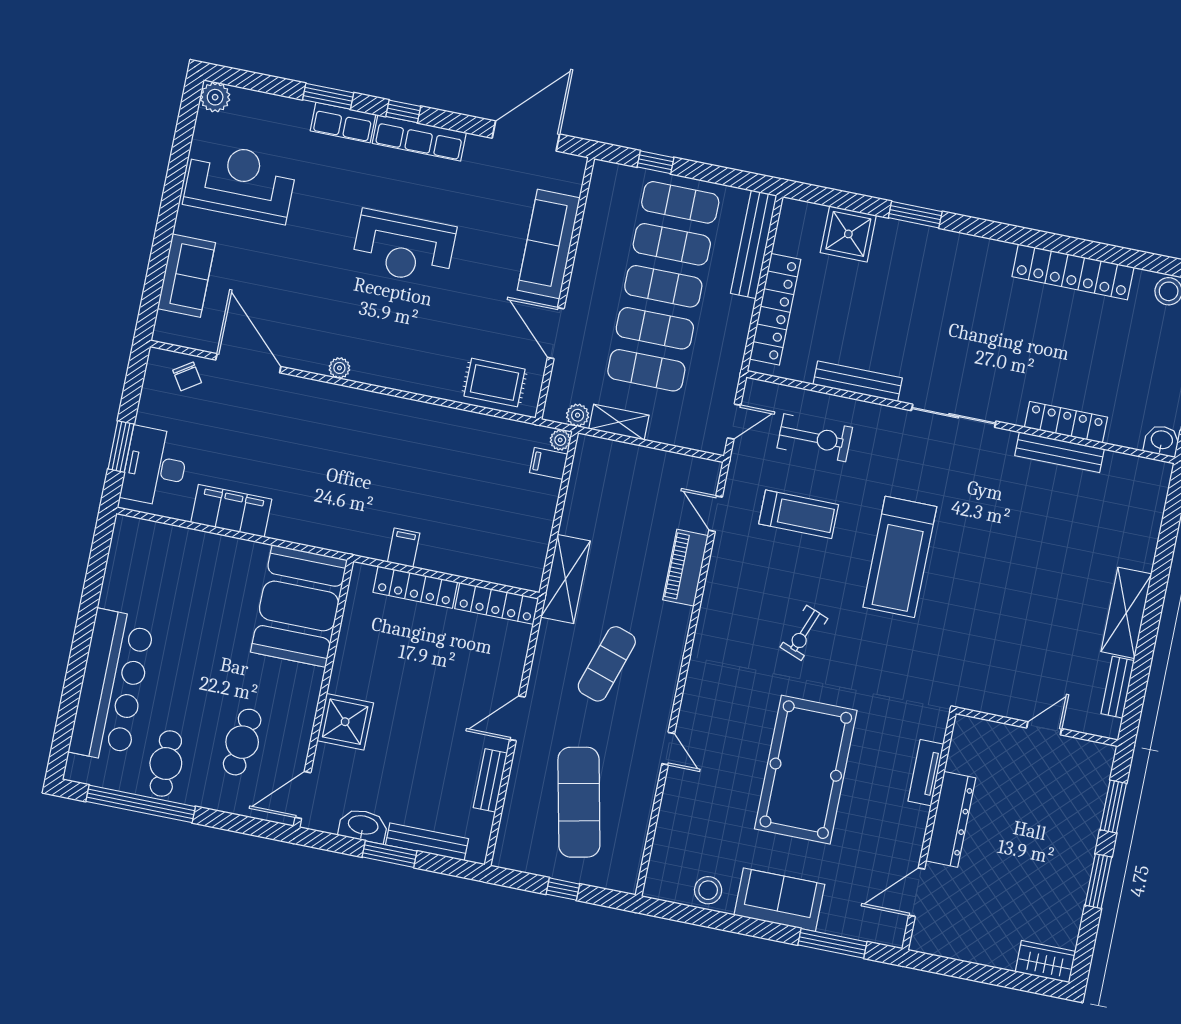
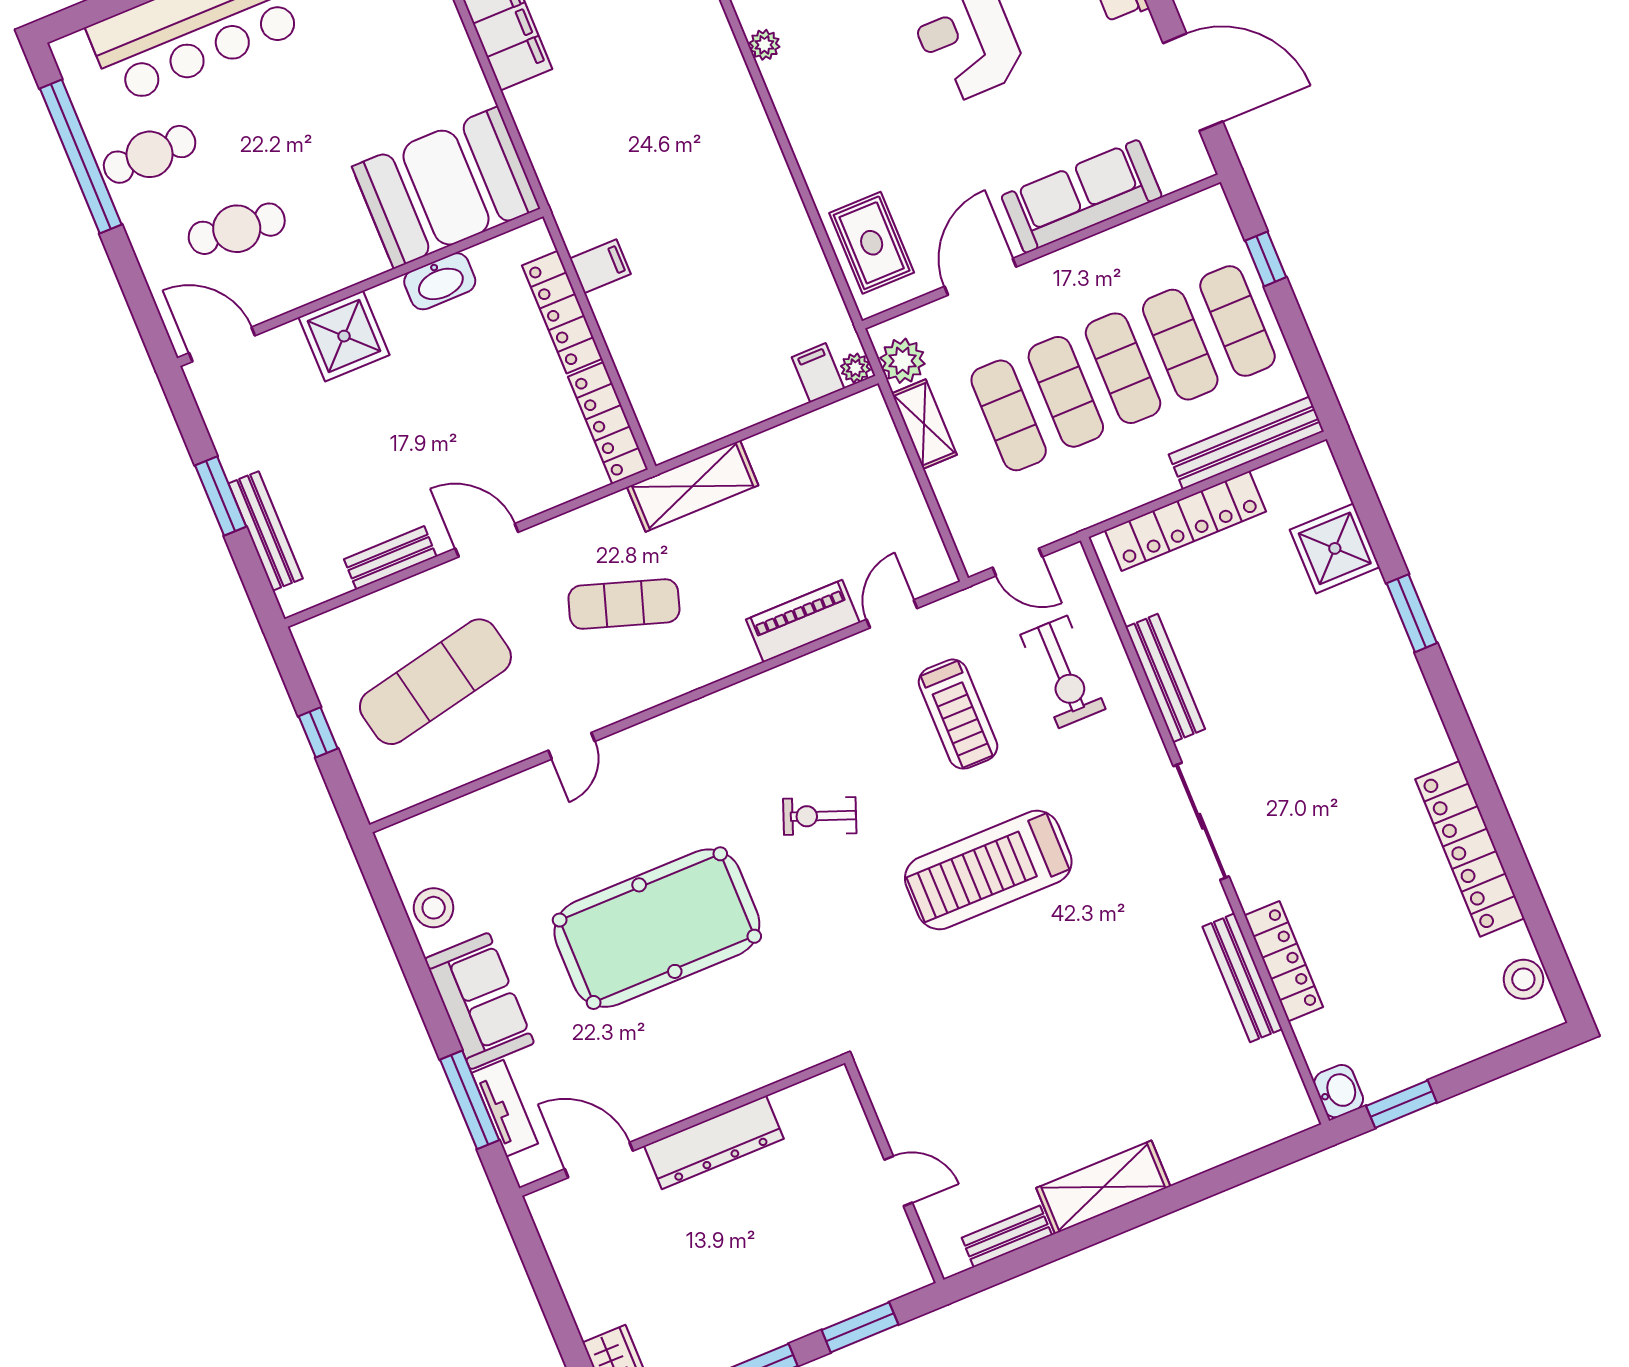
plant: (578, 415) -> (903, 361), width x1.38, depth x1.38
tv unit: (926, 773) -> (505, 1108), moved, turned 90
washbasin: (363, 826) -> (440, 281), moved, turned 90

